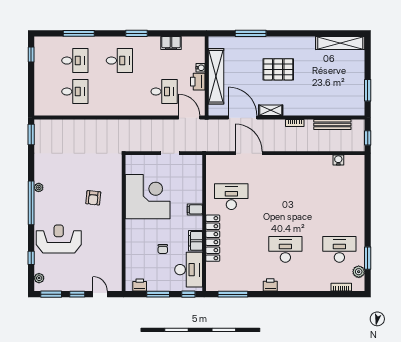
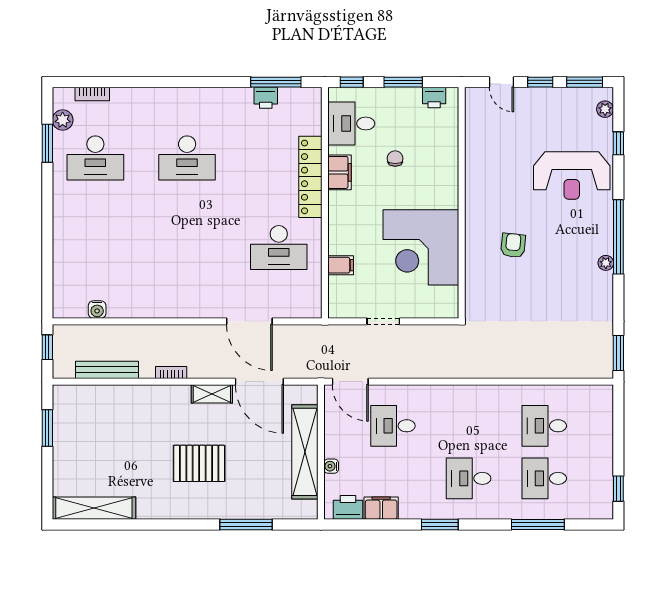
printer: (198, 82) -> (348, 507), moved, turned -90
filing cabinet: (195, 209) -> (341, 265), moved
desk: (189, 270) -> (351, 123), width x0.73
printer: (270, 285) -> (266, 98), moved

